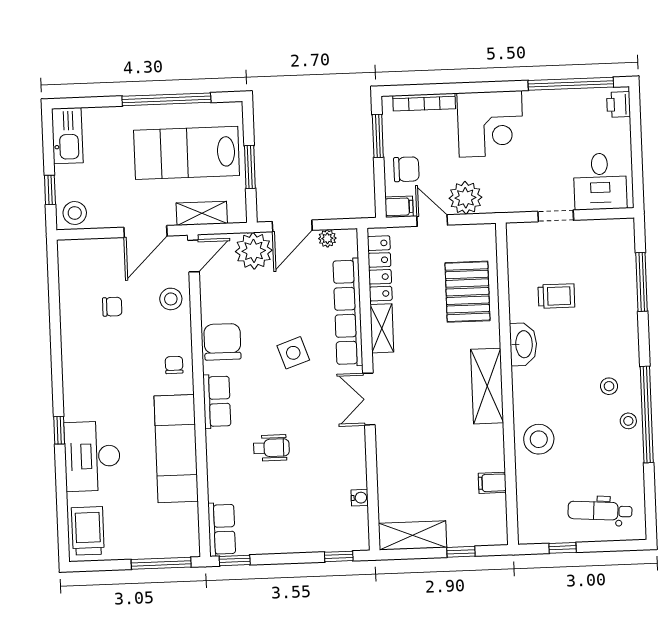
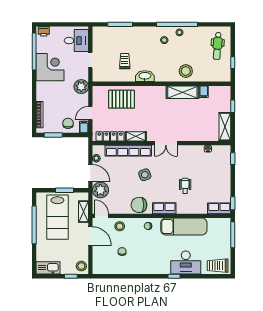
corner desk: (490, 124) -> (50, 67), moved
plant: (465, 198) -> (81, 87), moved
shelving: (487, 386) -> (182, 92), moved

